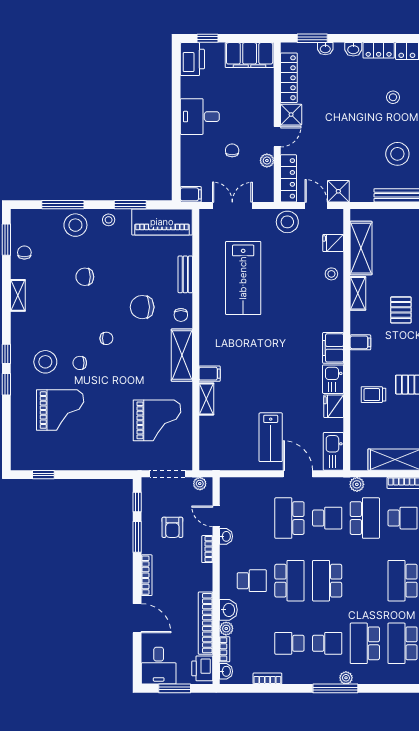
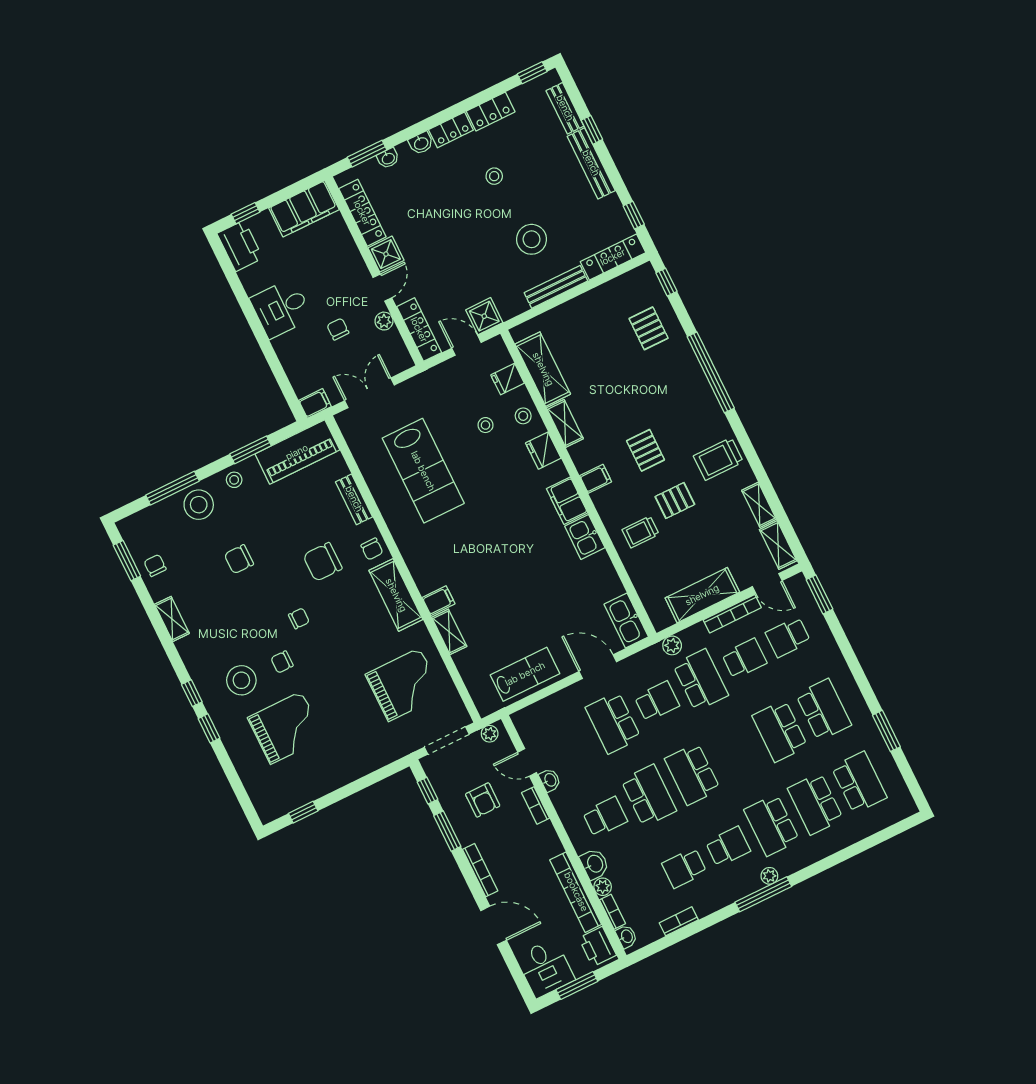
stool: (287, 222) -> (485, 425), moved, width x0.53, depth x0.53
pallet: (401, 310) -> (646, 450), moved
fridge: (334, 406) -> (543, 451), moved
lab bench: (271, 437) -> (525, 674), moved, turned -90

